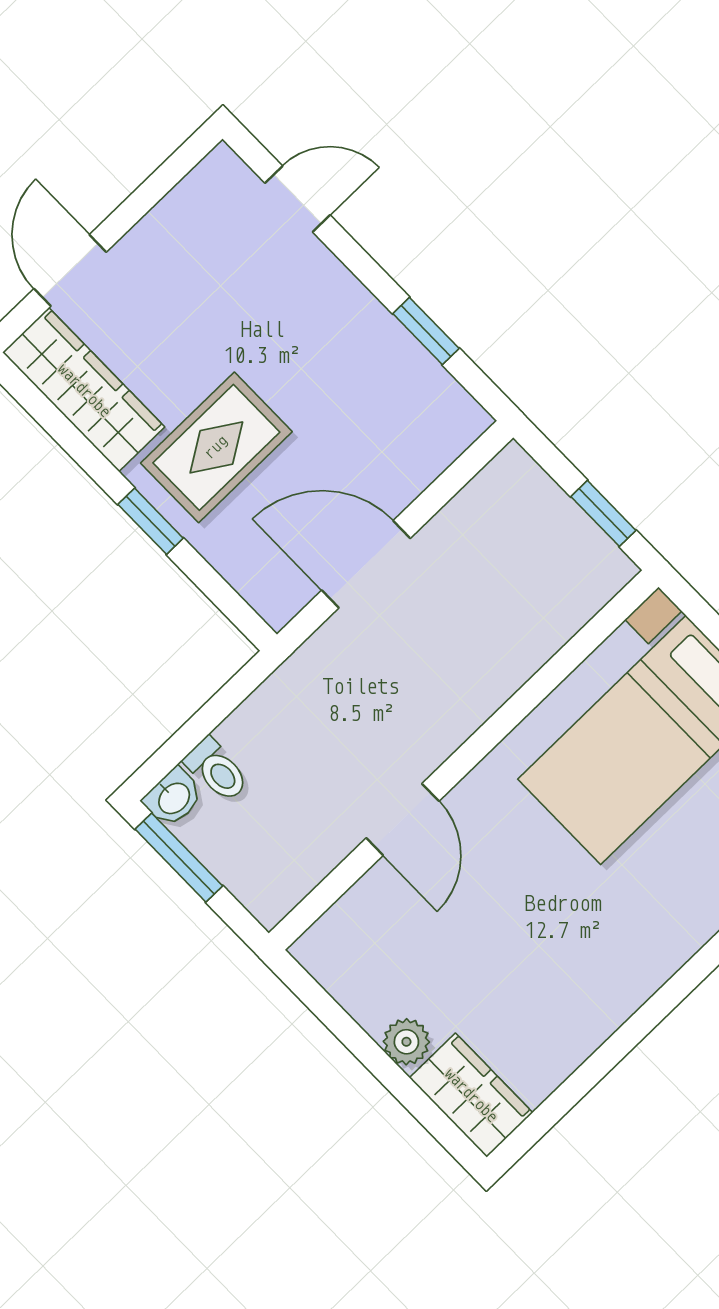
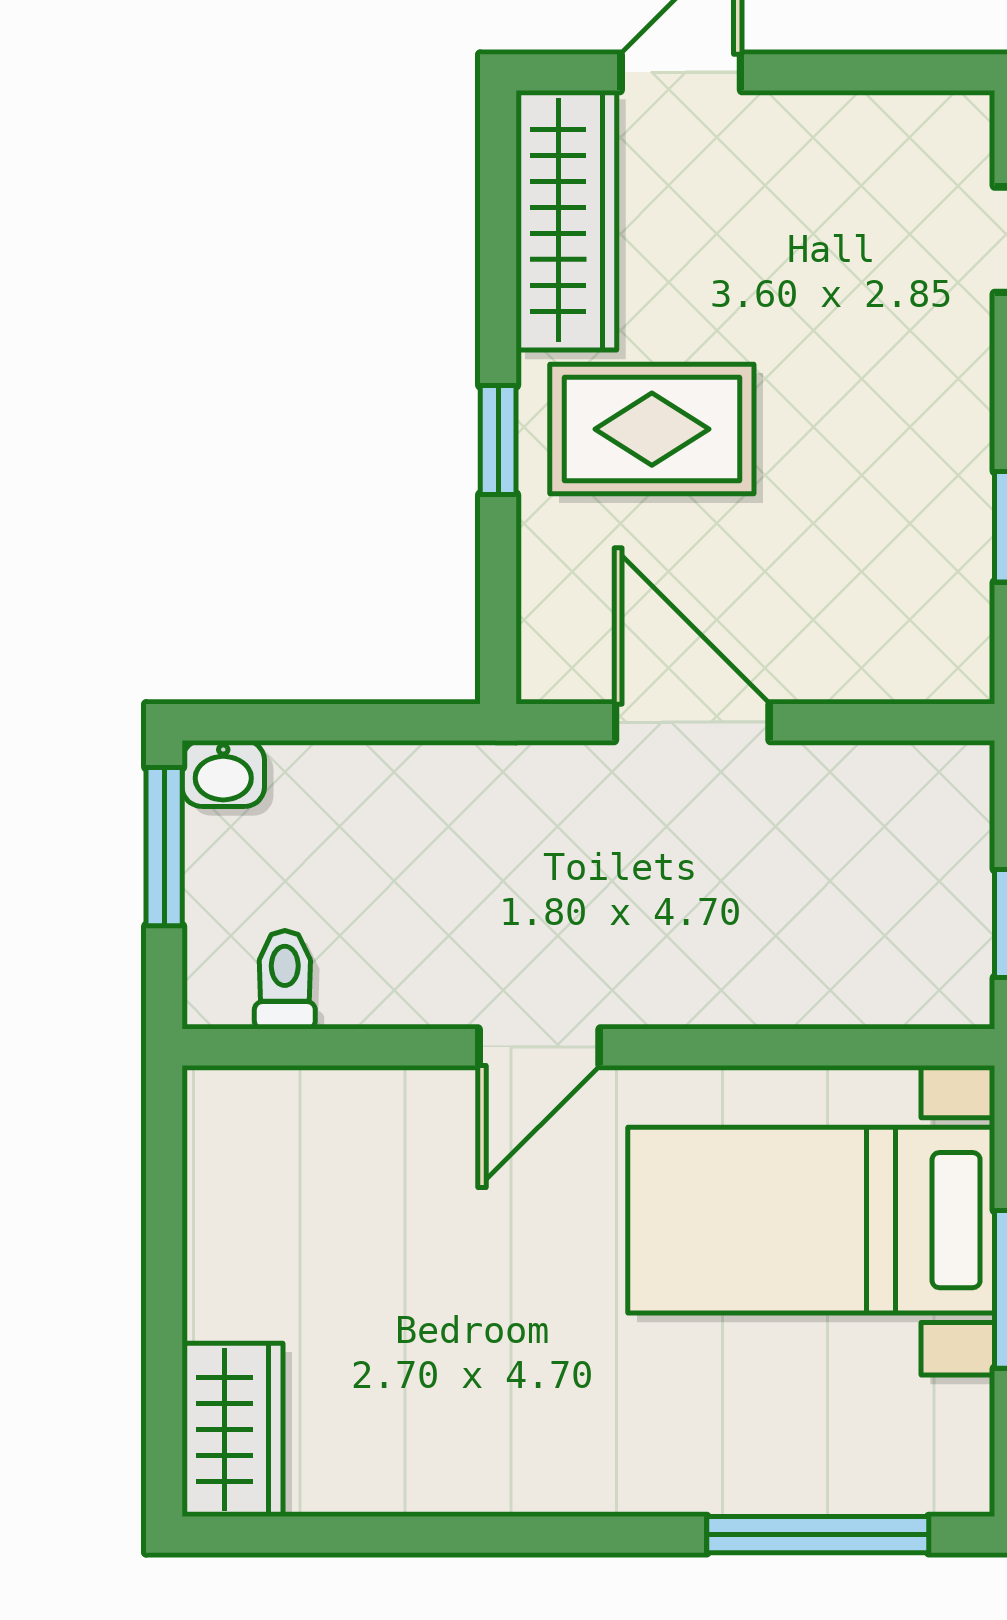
toilet: (217, 770) -> (285, 980), moved, turned 180
door: (403, 820) -> (539, 1047), moved
plant: (406, 1042) -> (218, 1300), removed

